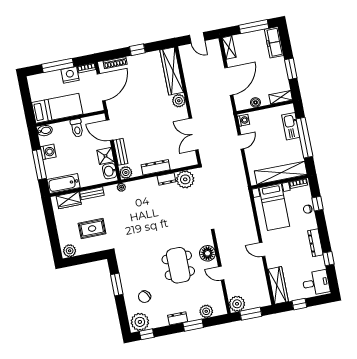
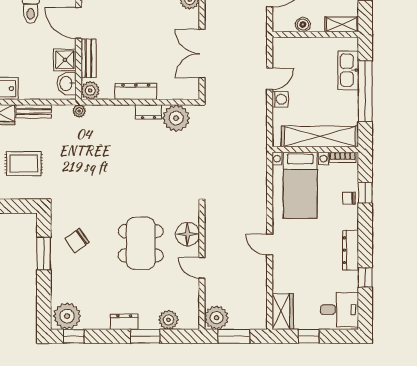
washing machine: (244, 120) -> (280, 99), moved
wardrobe: (278, 285) -> (283, 312), width x0.67
chair: (145, 297) -> (77, 241), moved

